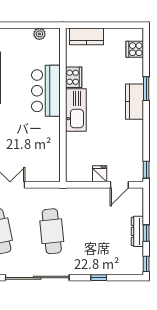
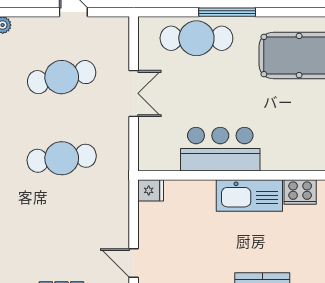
bar counter: (46, 91) -> (220, 149), moved
fridge: (100, 174) -> (151, 190), moved

